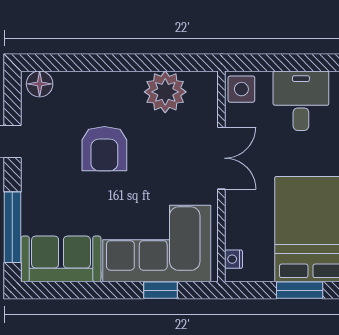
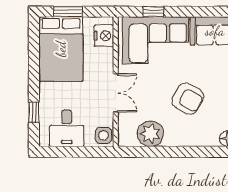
armchair: (104, 149) -> (188, 99), turned 119
double door: (221, 158) -> (116, 93), swing flipped
nightstand: (234, 259) -> (104, 36), width x1.89, depth x1.79

